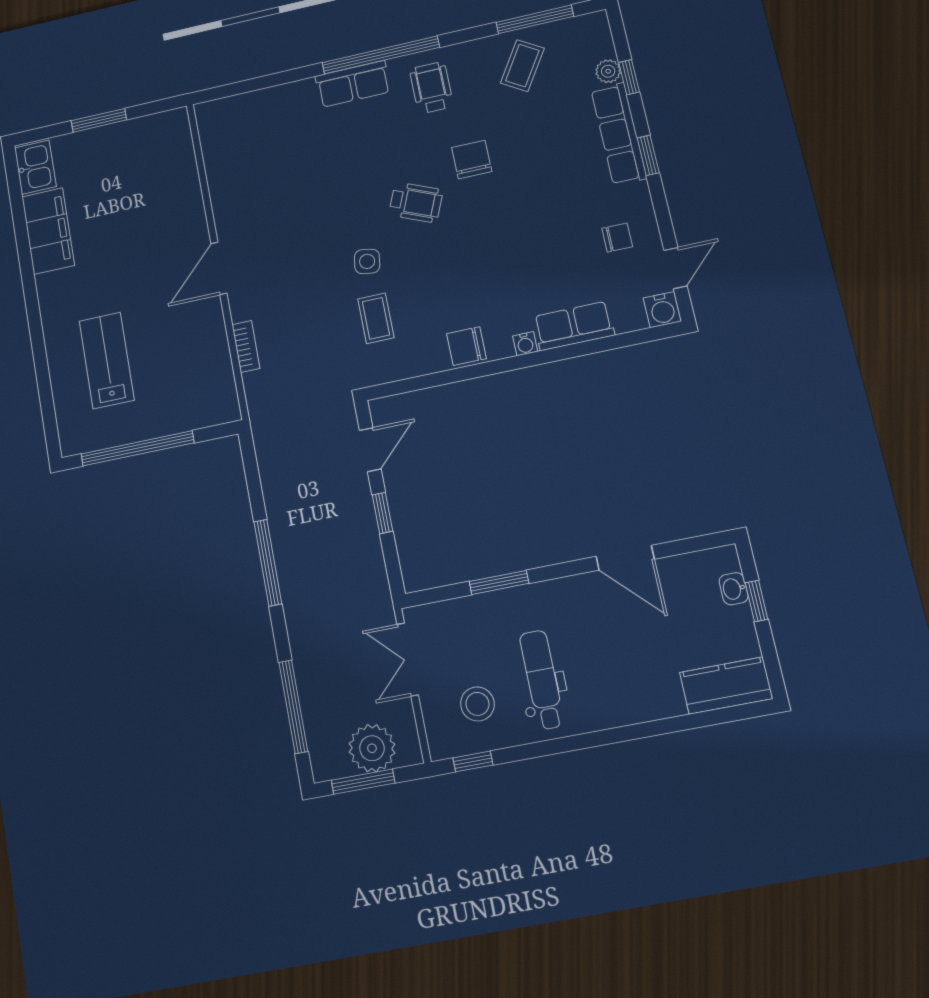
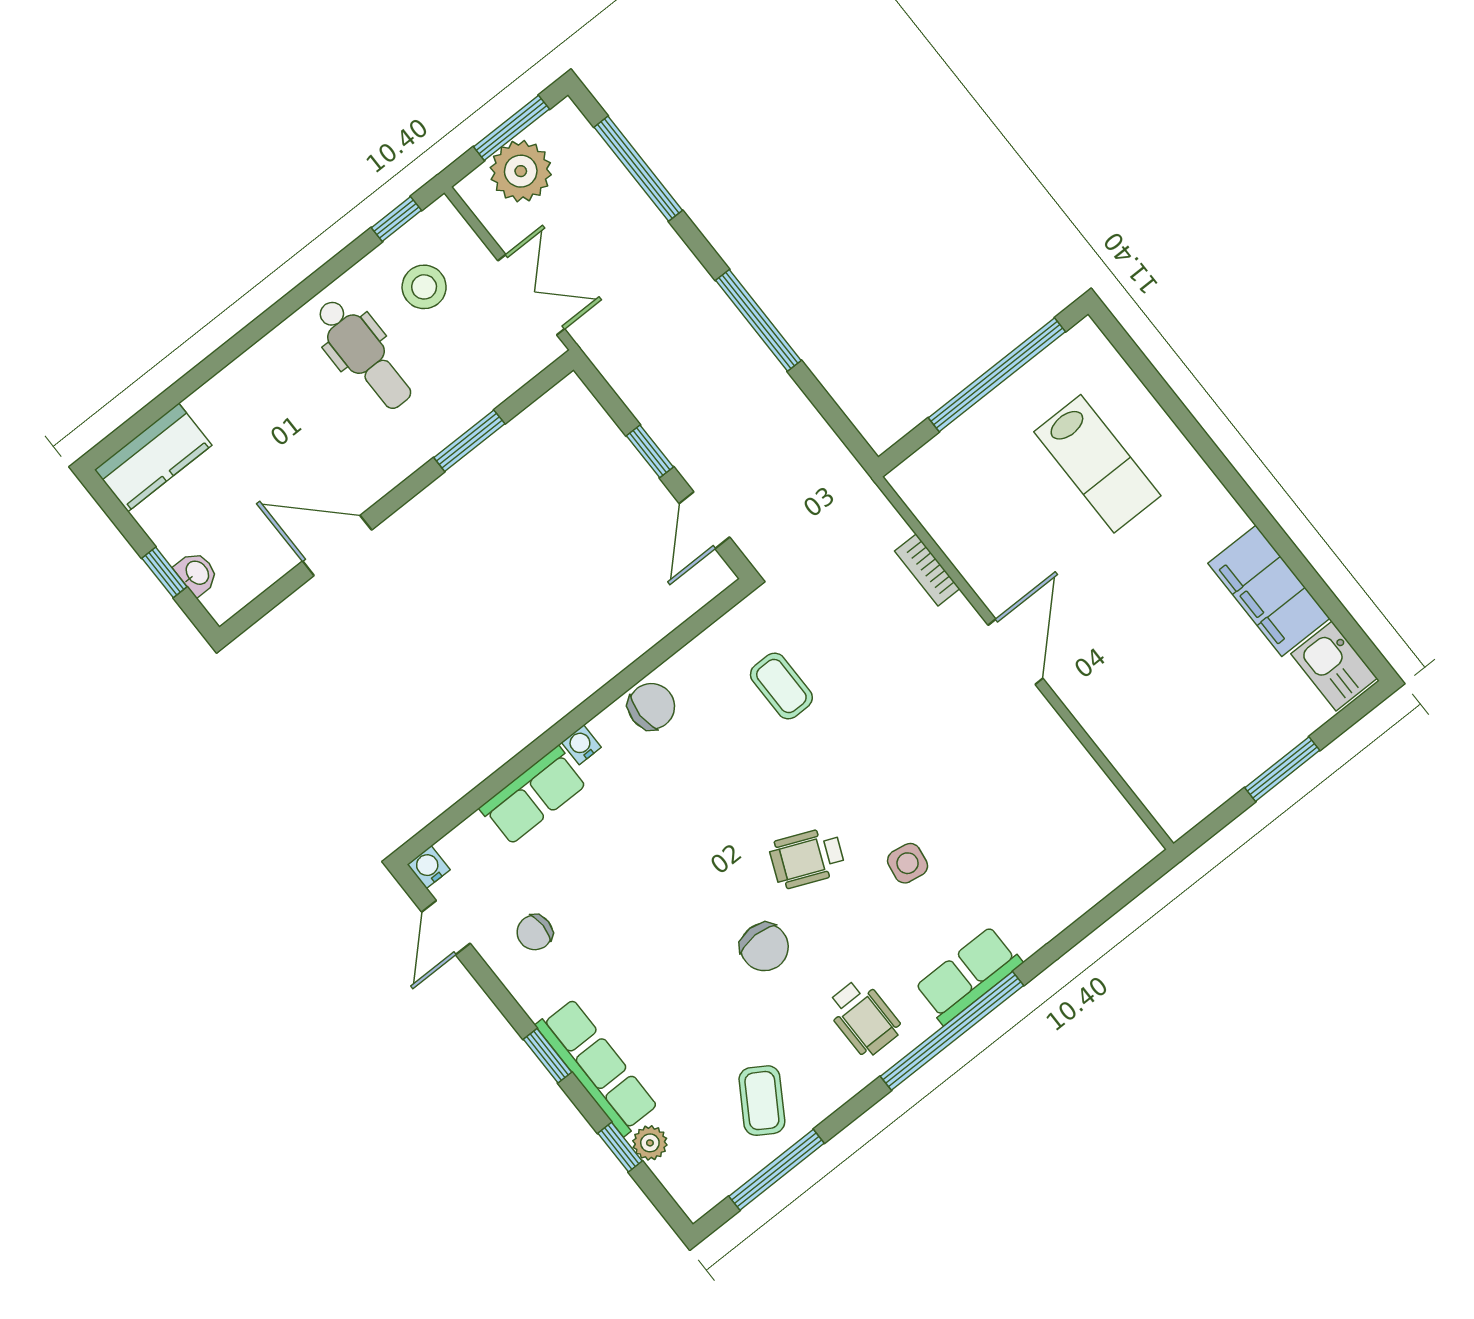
side table: (367, 261) -> (908, 863), moved
water cooler: (662, 310) -> (429, 867), width x0.72, depth x0.72

